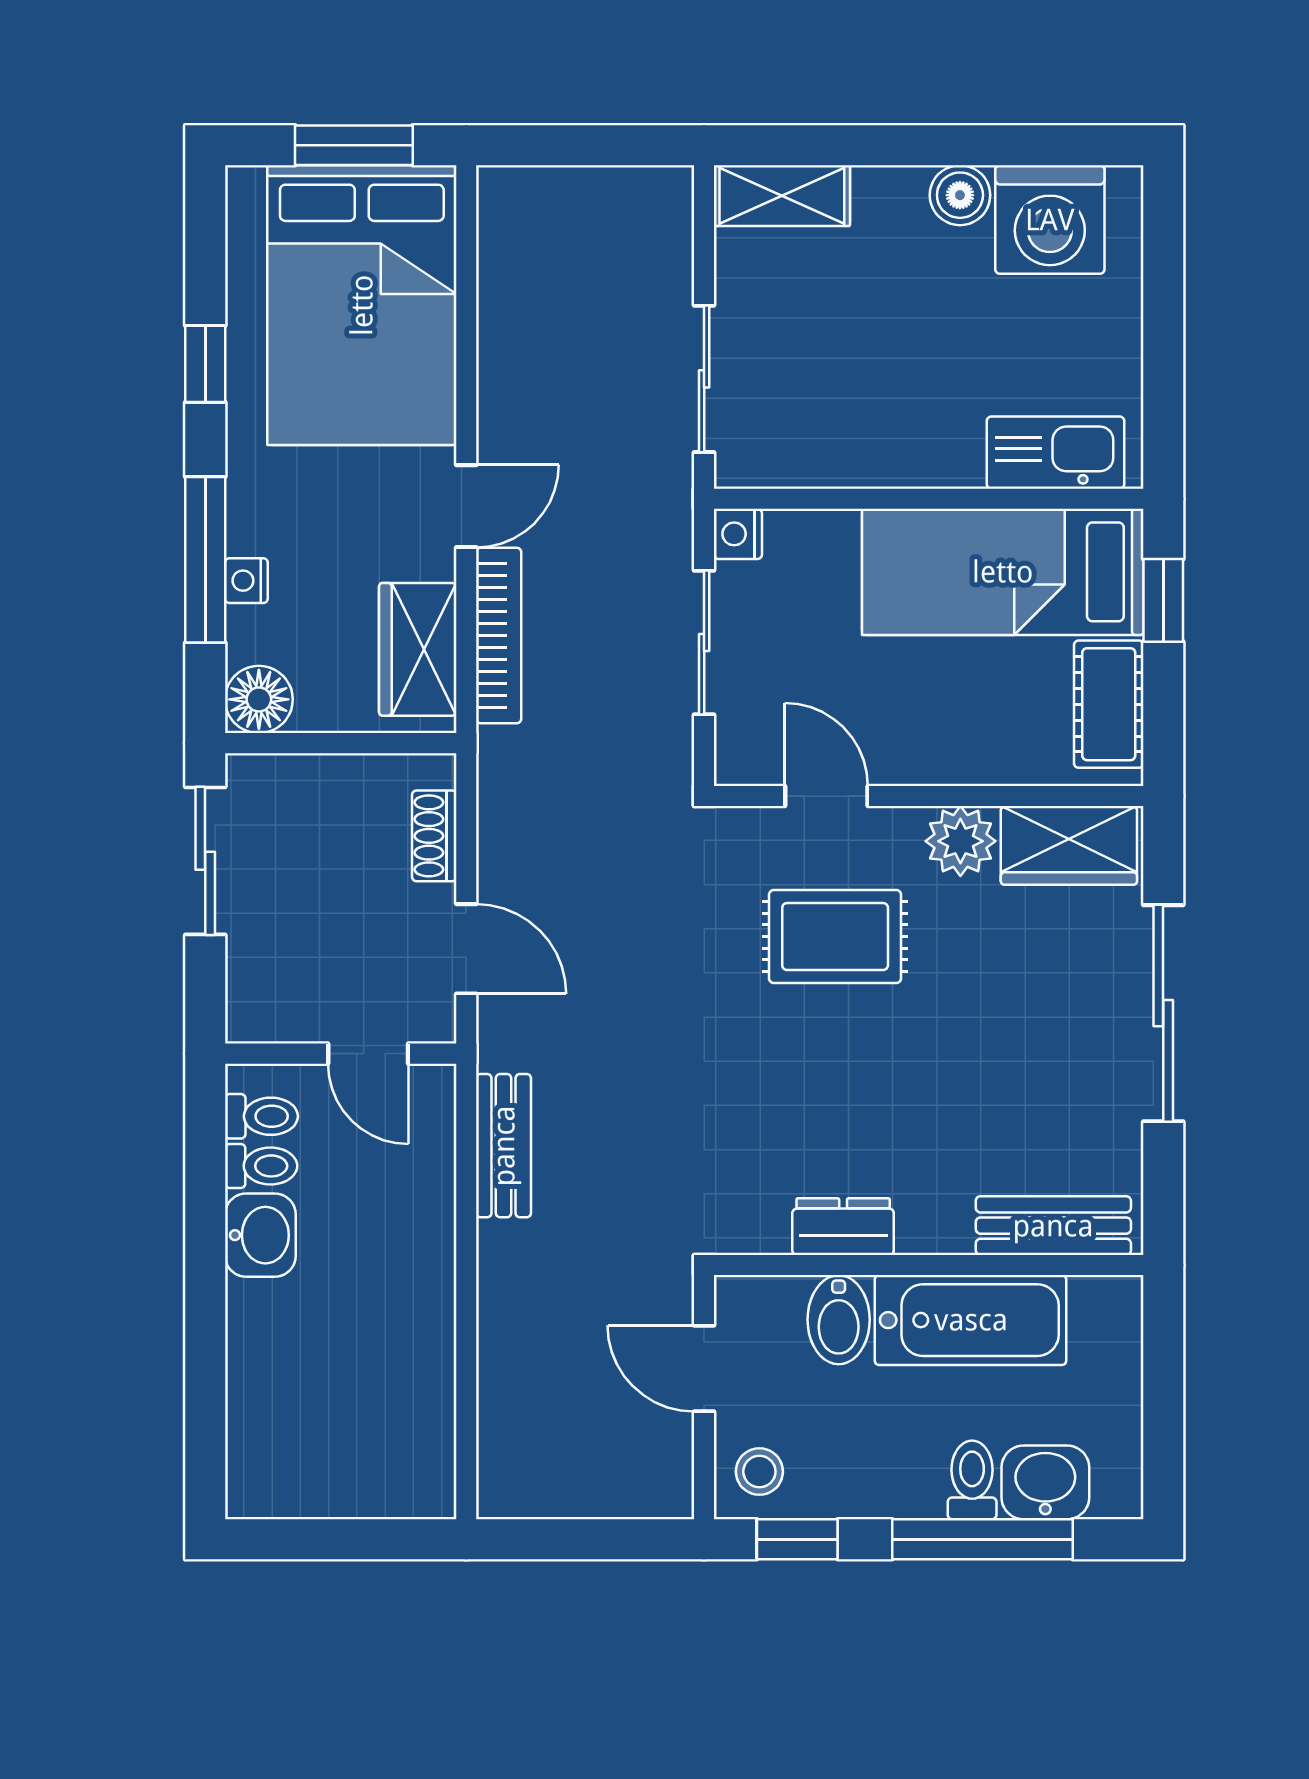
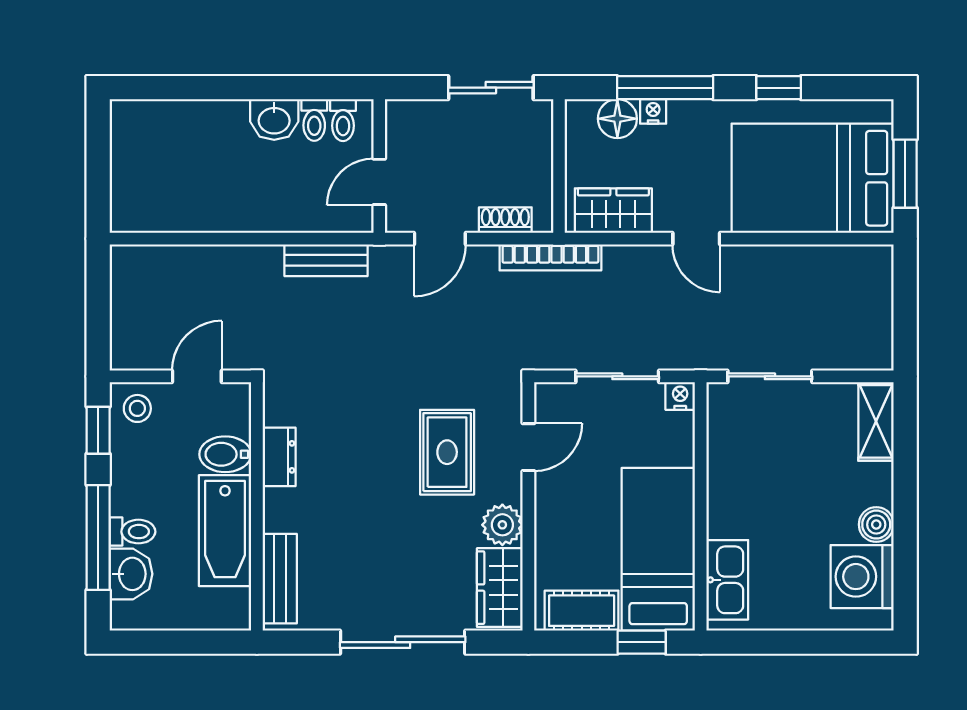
bookcase: (499, 635) -> (550, 257), moved
floor lamp: (259, 699) -> (617, 119), moved

